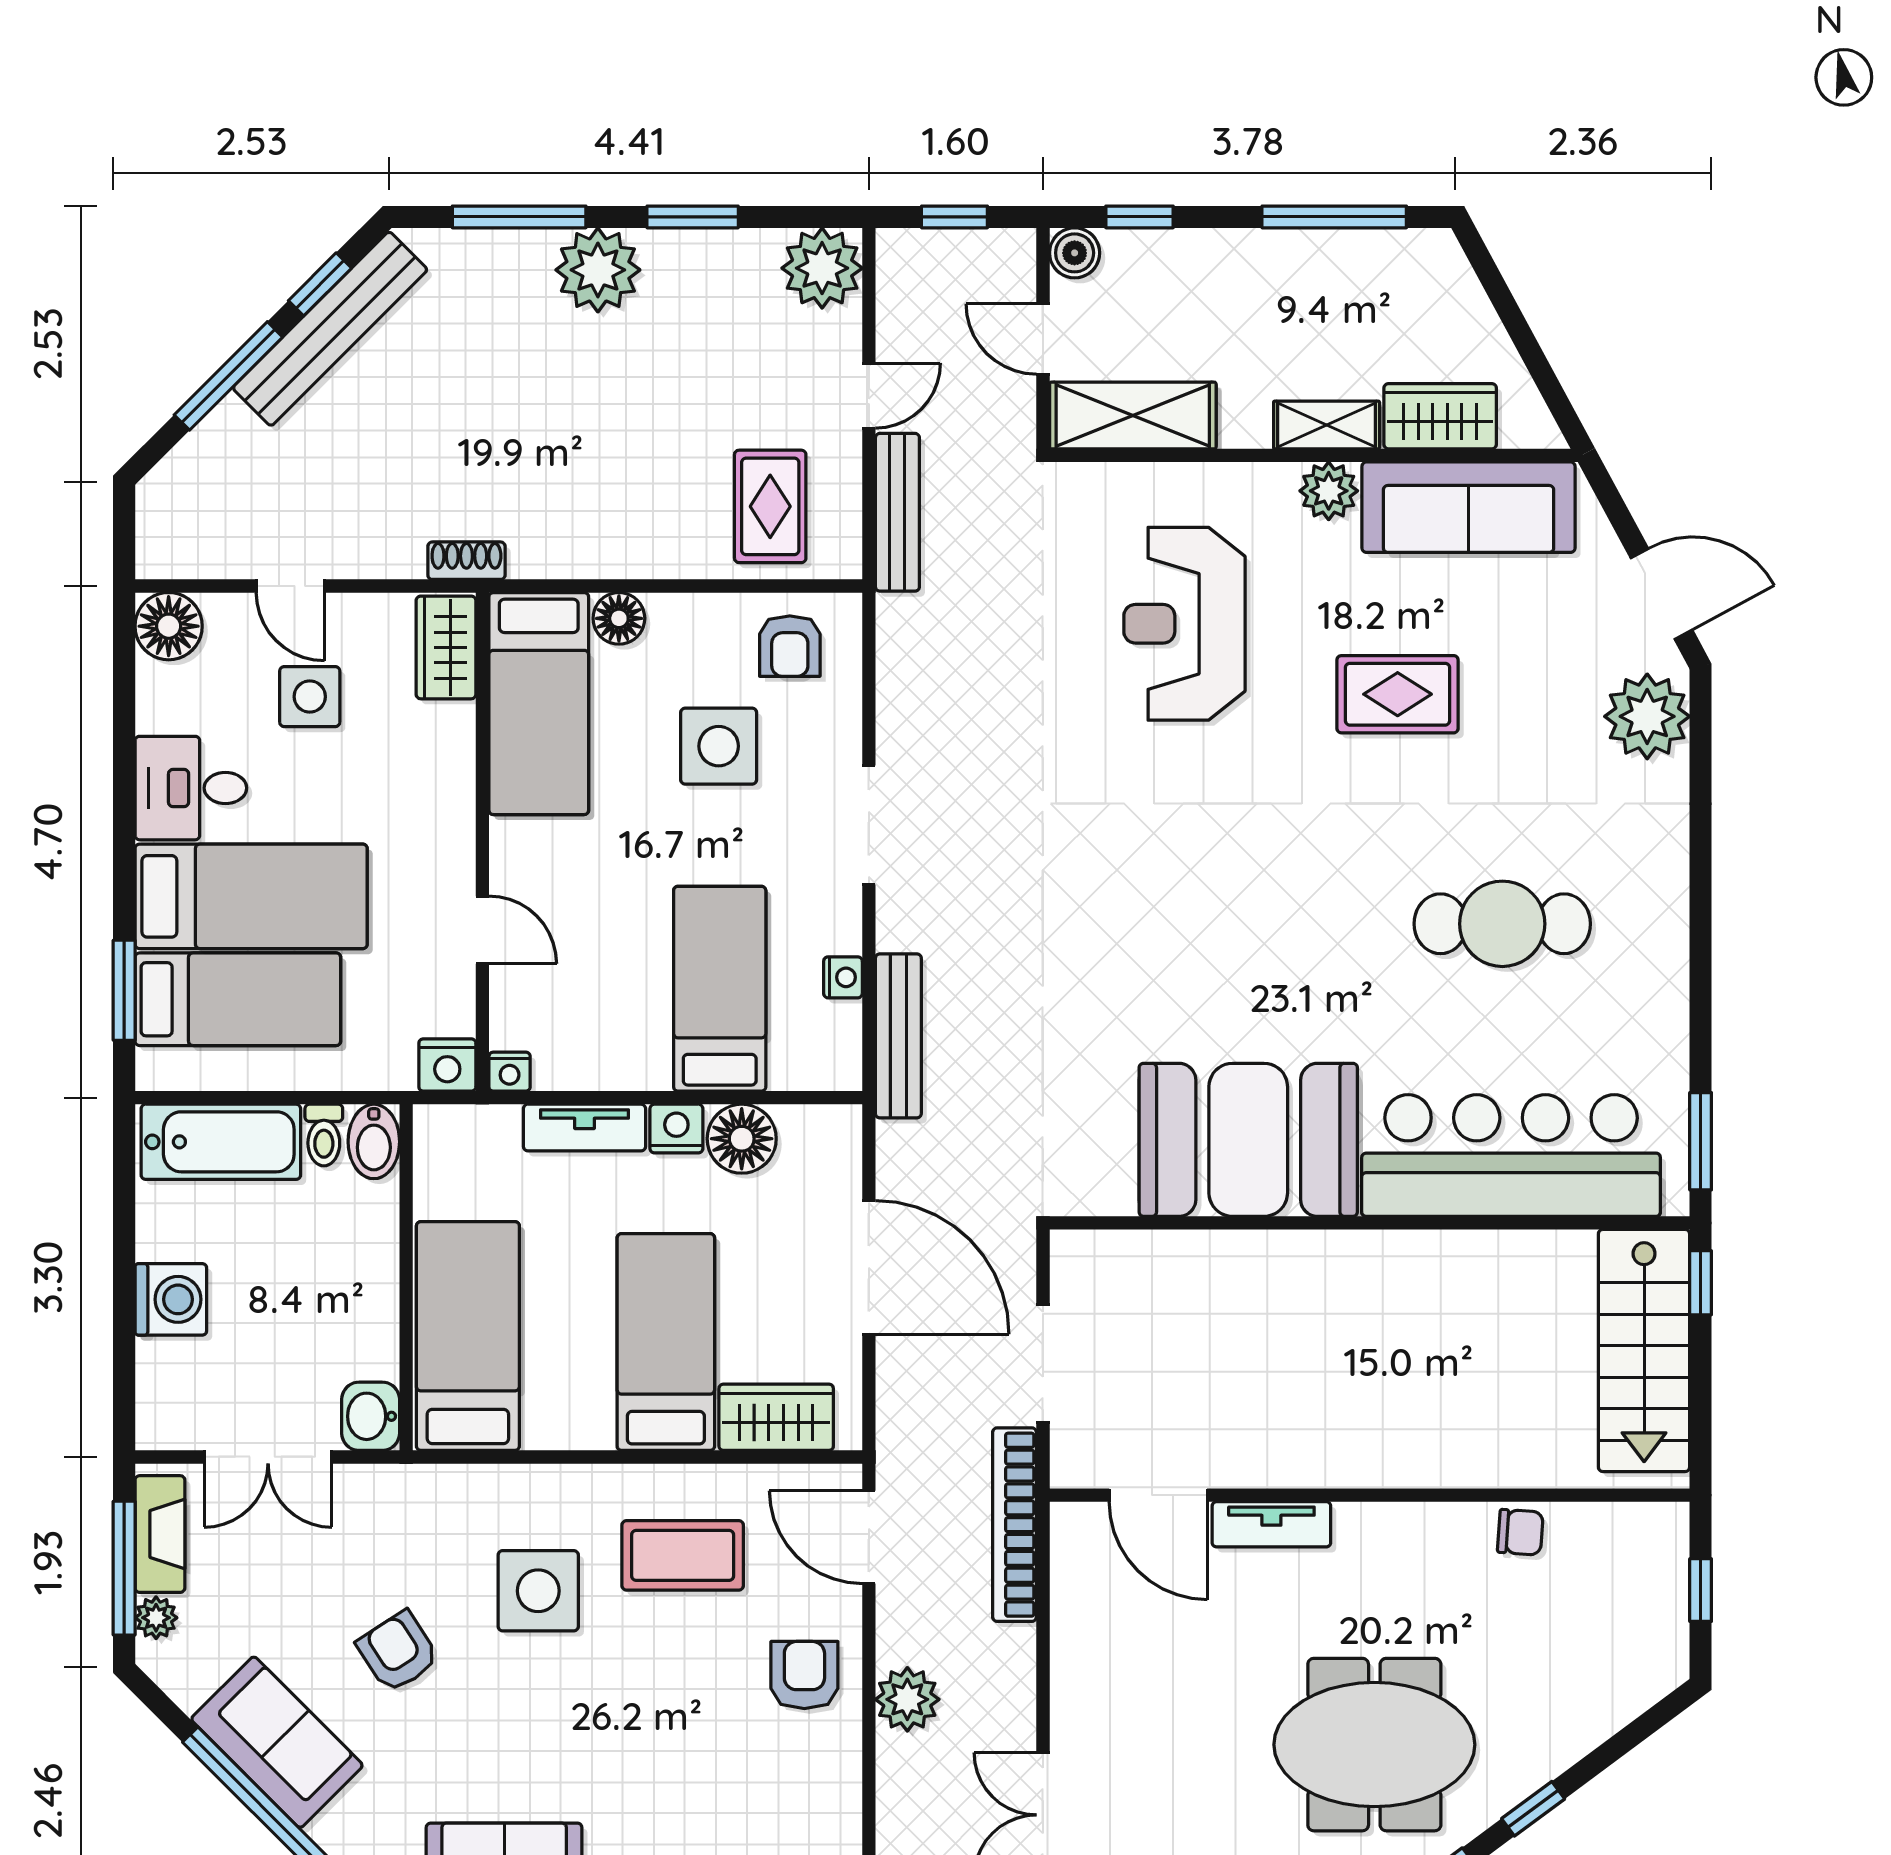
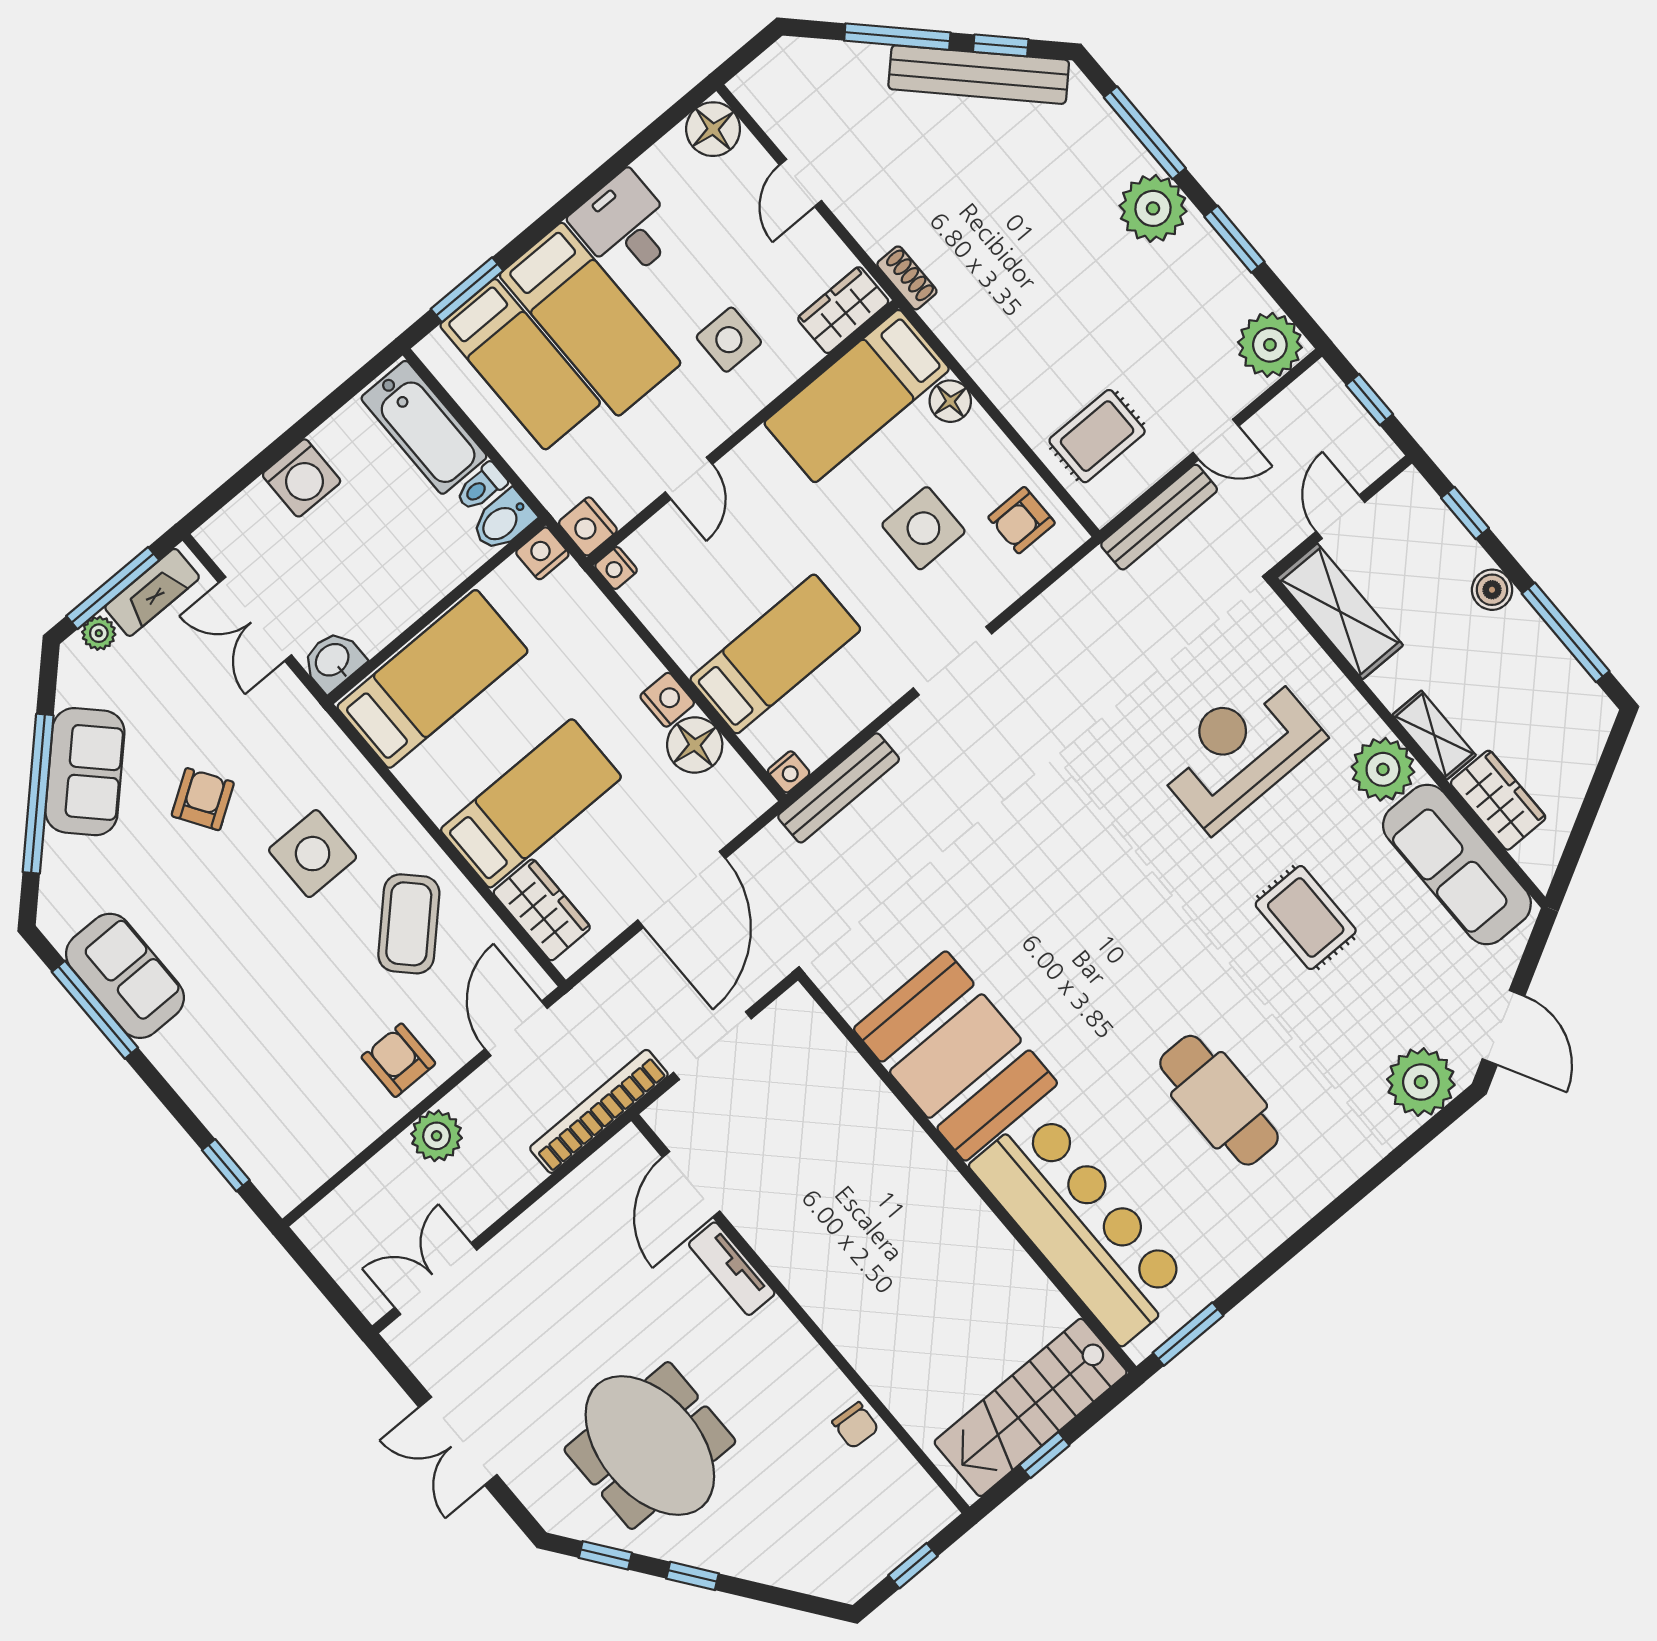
boiler: (1075, 253) -> (1492, 590), moved
plant: (1329, 491) -> (1383, 769), width x1.36, depth x1.36
side table: (310, 697) -> (729, 340), moved
nightstand: (843, 977) -> (789, 772), moved
tv unit: (584, 1128) -> (620, 643), removed
nightstand: (436, 1130) -> (542, 553), added
window: (1701, 1283) -> (1044, 1455), moved
coffee table: (683, 1555) -> (409, 924), turned 45
armchair: (804, 1675) -> (398, 1060), turned -90

